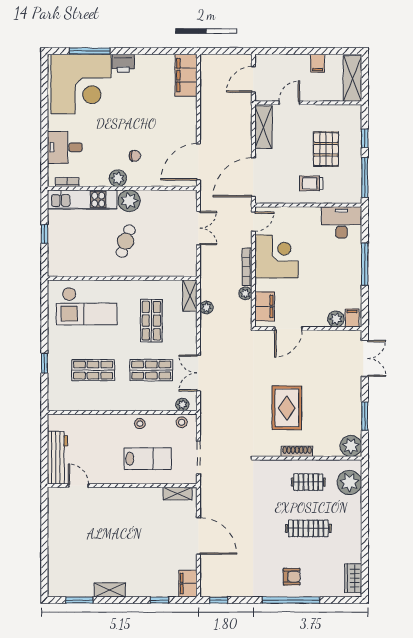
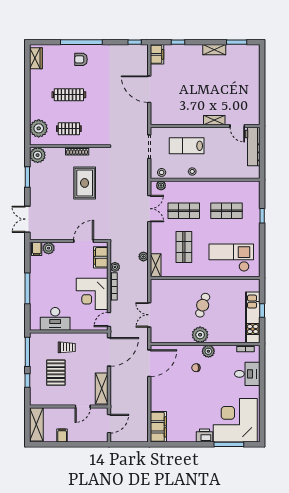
kitchen unit: (82, 200) -> (253, 317), moved, turned -90
desk: (342, 222) -> (55, 319), moved
shelving: (178, 494) -> (214, 120), moved

